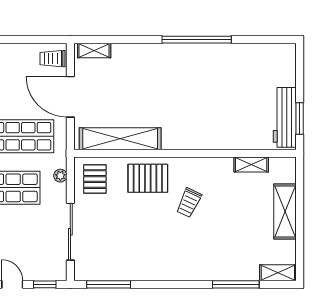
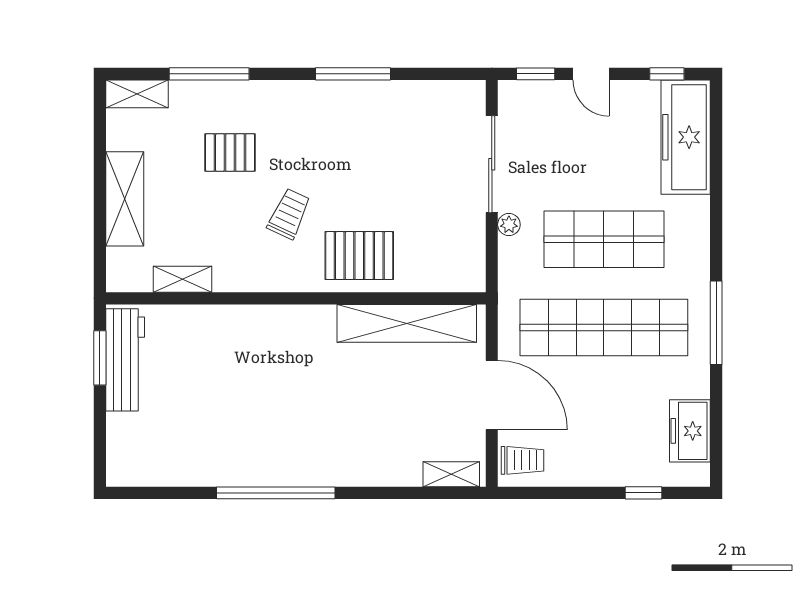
plant: (60, 176) -> (509, 225), moved
pallet: (95, 179) -> (230, 153), moved, turned 90
window: (109, 284) -> (353, 74), moved

